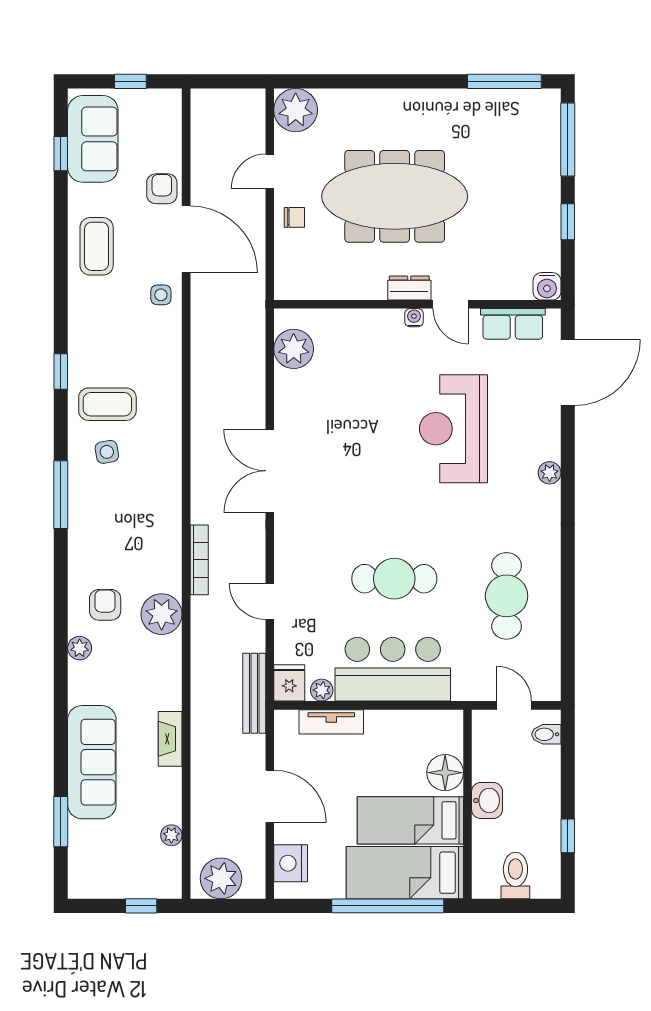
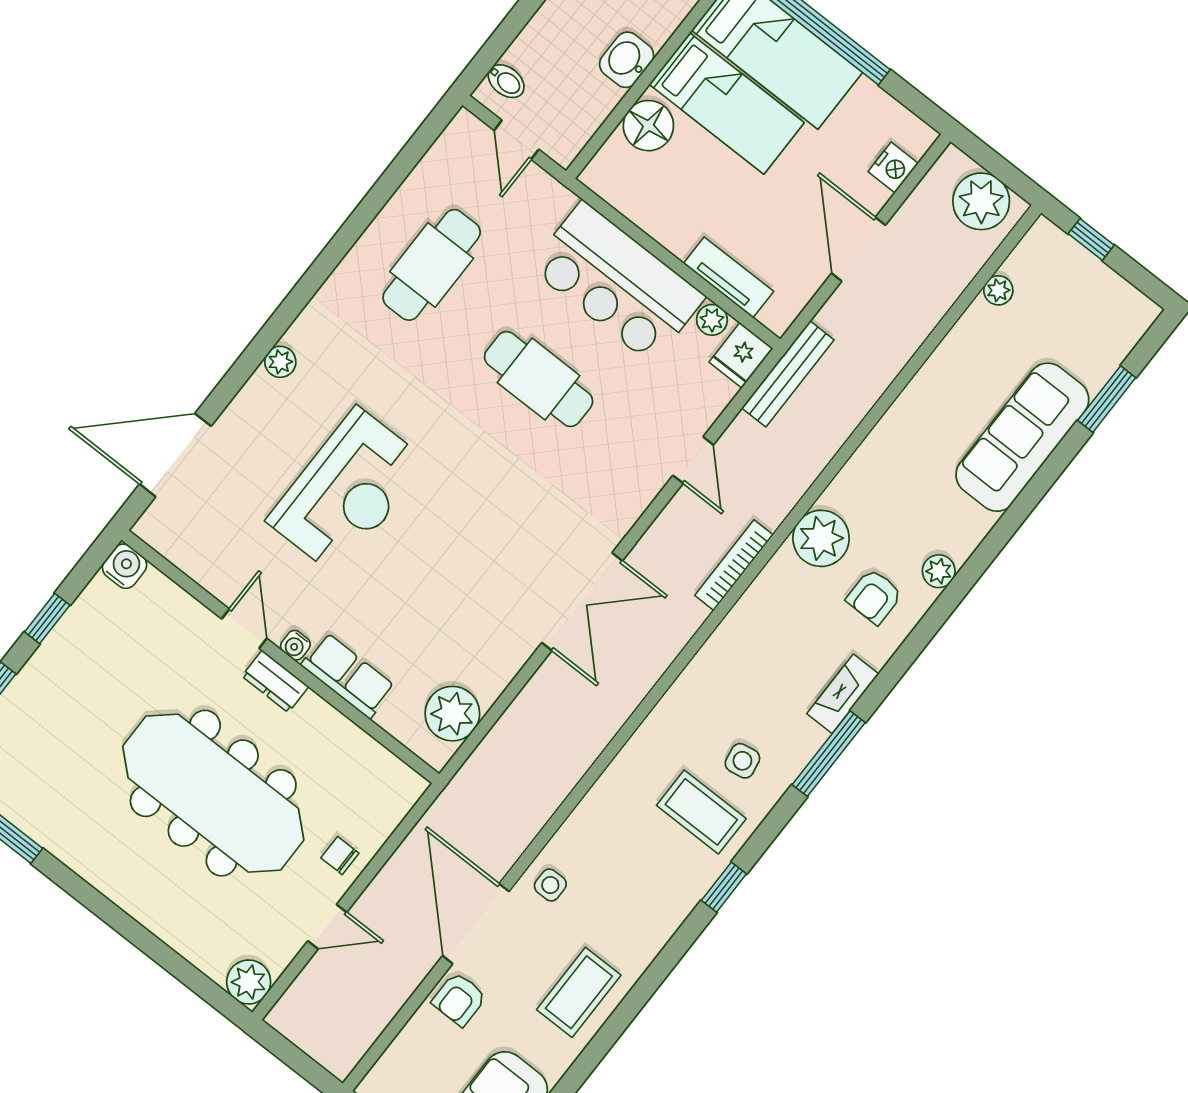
plant: (296, 110) -> (249, 982), width x0.73, depth x0.73
row of seats: (513, 324) -> (348, 676), moved
fireplace: (170, 739) -> (843, 694), moved, turned 180
nightstand: (291, 863) -> (893, 168), width x0.74, depth x0.75

